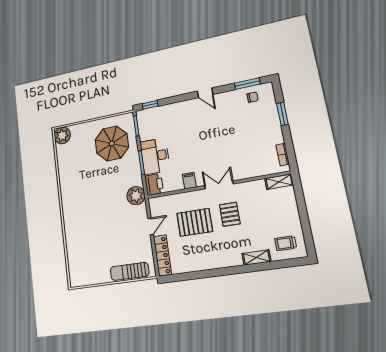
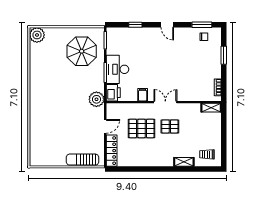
window: (150, 105) -> (135, 25), moved
pallet: (230, 214) -> (170, 126), turned 90

